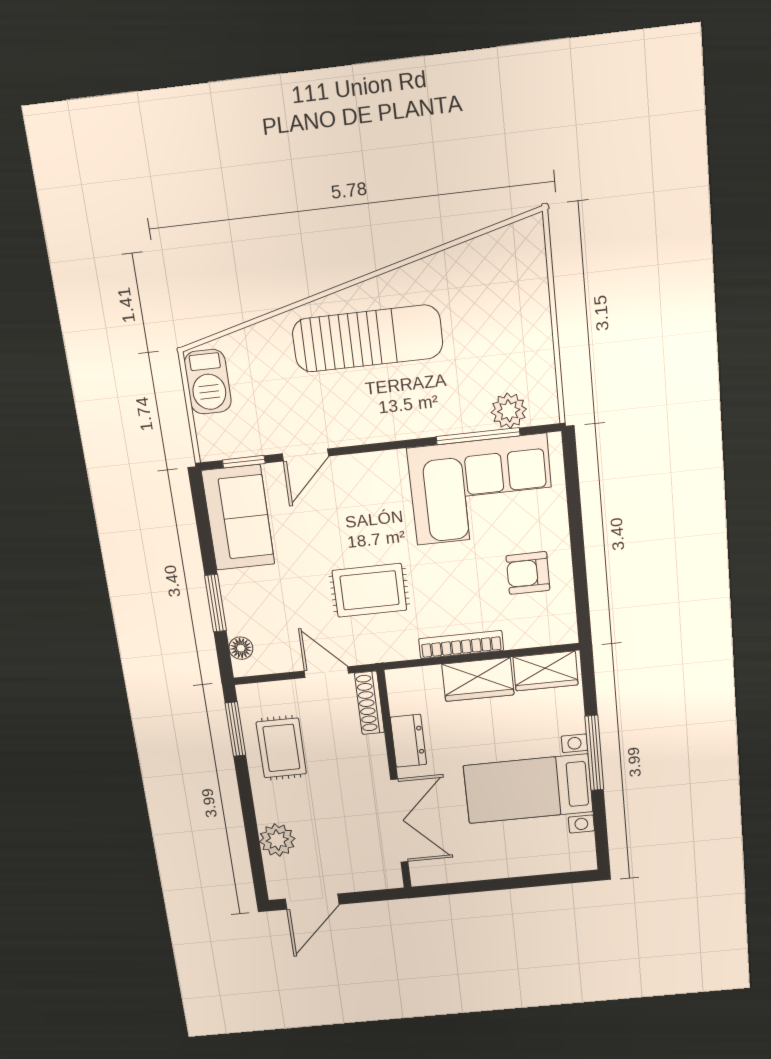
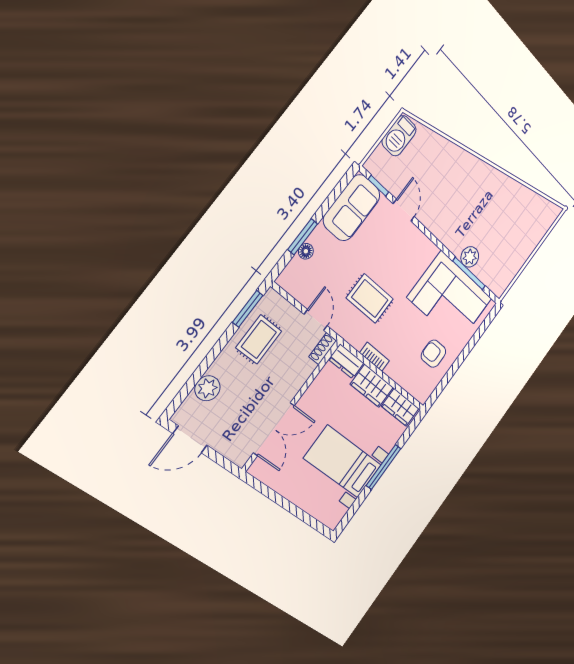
sun lounger: (368, 338) -> (470, 188), removed
plant: (509, 411) -> (470, 257), moved
door: (305, 455) -> (404, 210), swing flipped
bookcase: (461, 645) -> (374, 357), width x0.64
floor lamp: (241, 648) -> (306, 251), moved
shoe rack: (369, 703) -> (323, 349), width x0.70
dresser: (408, 741) -> (346, 361), moved, turned 90

